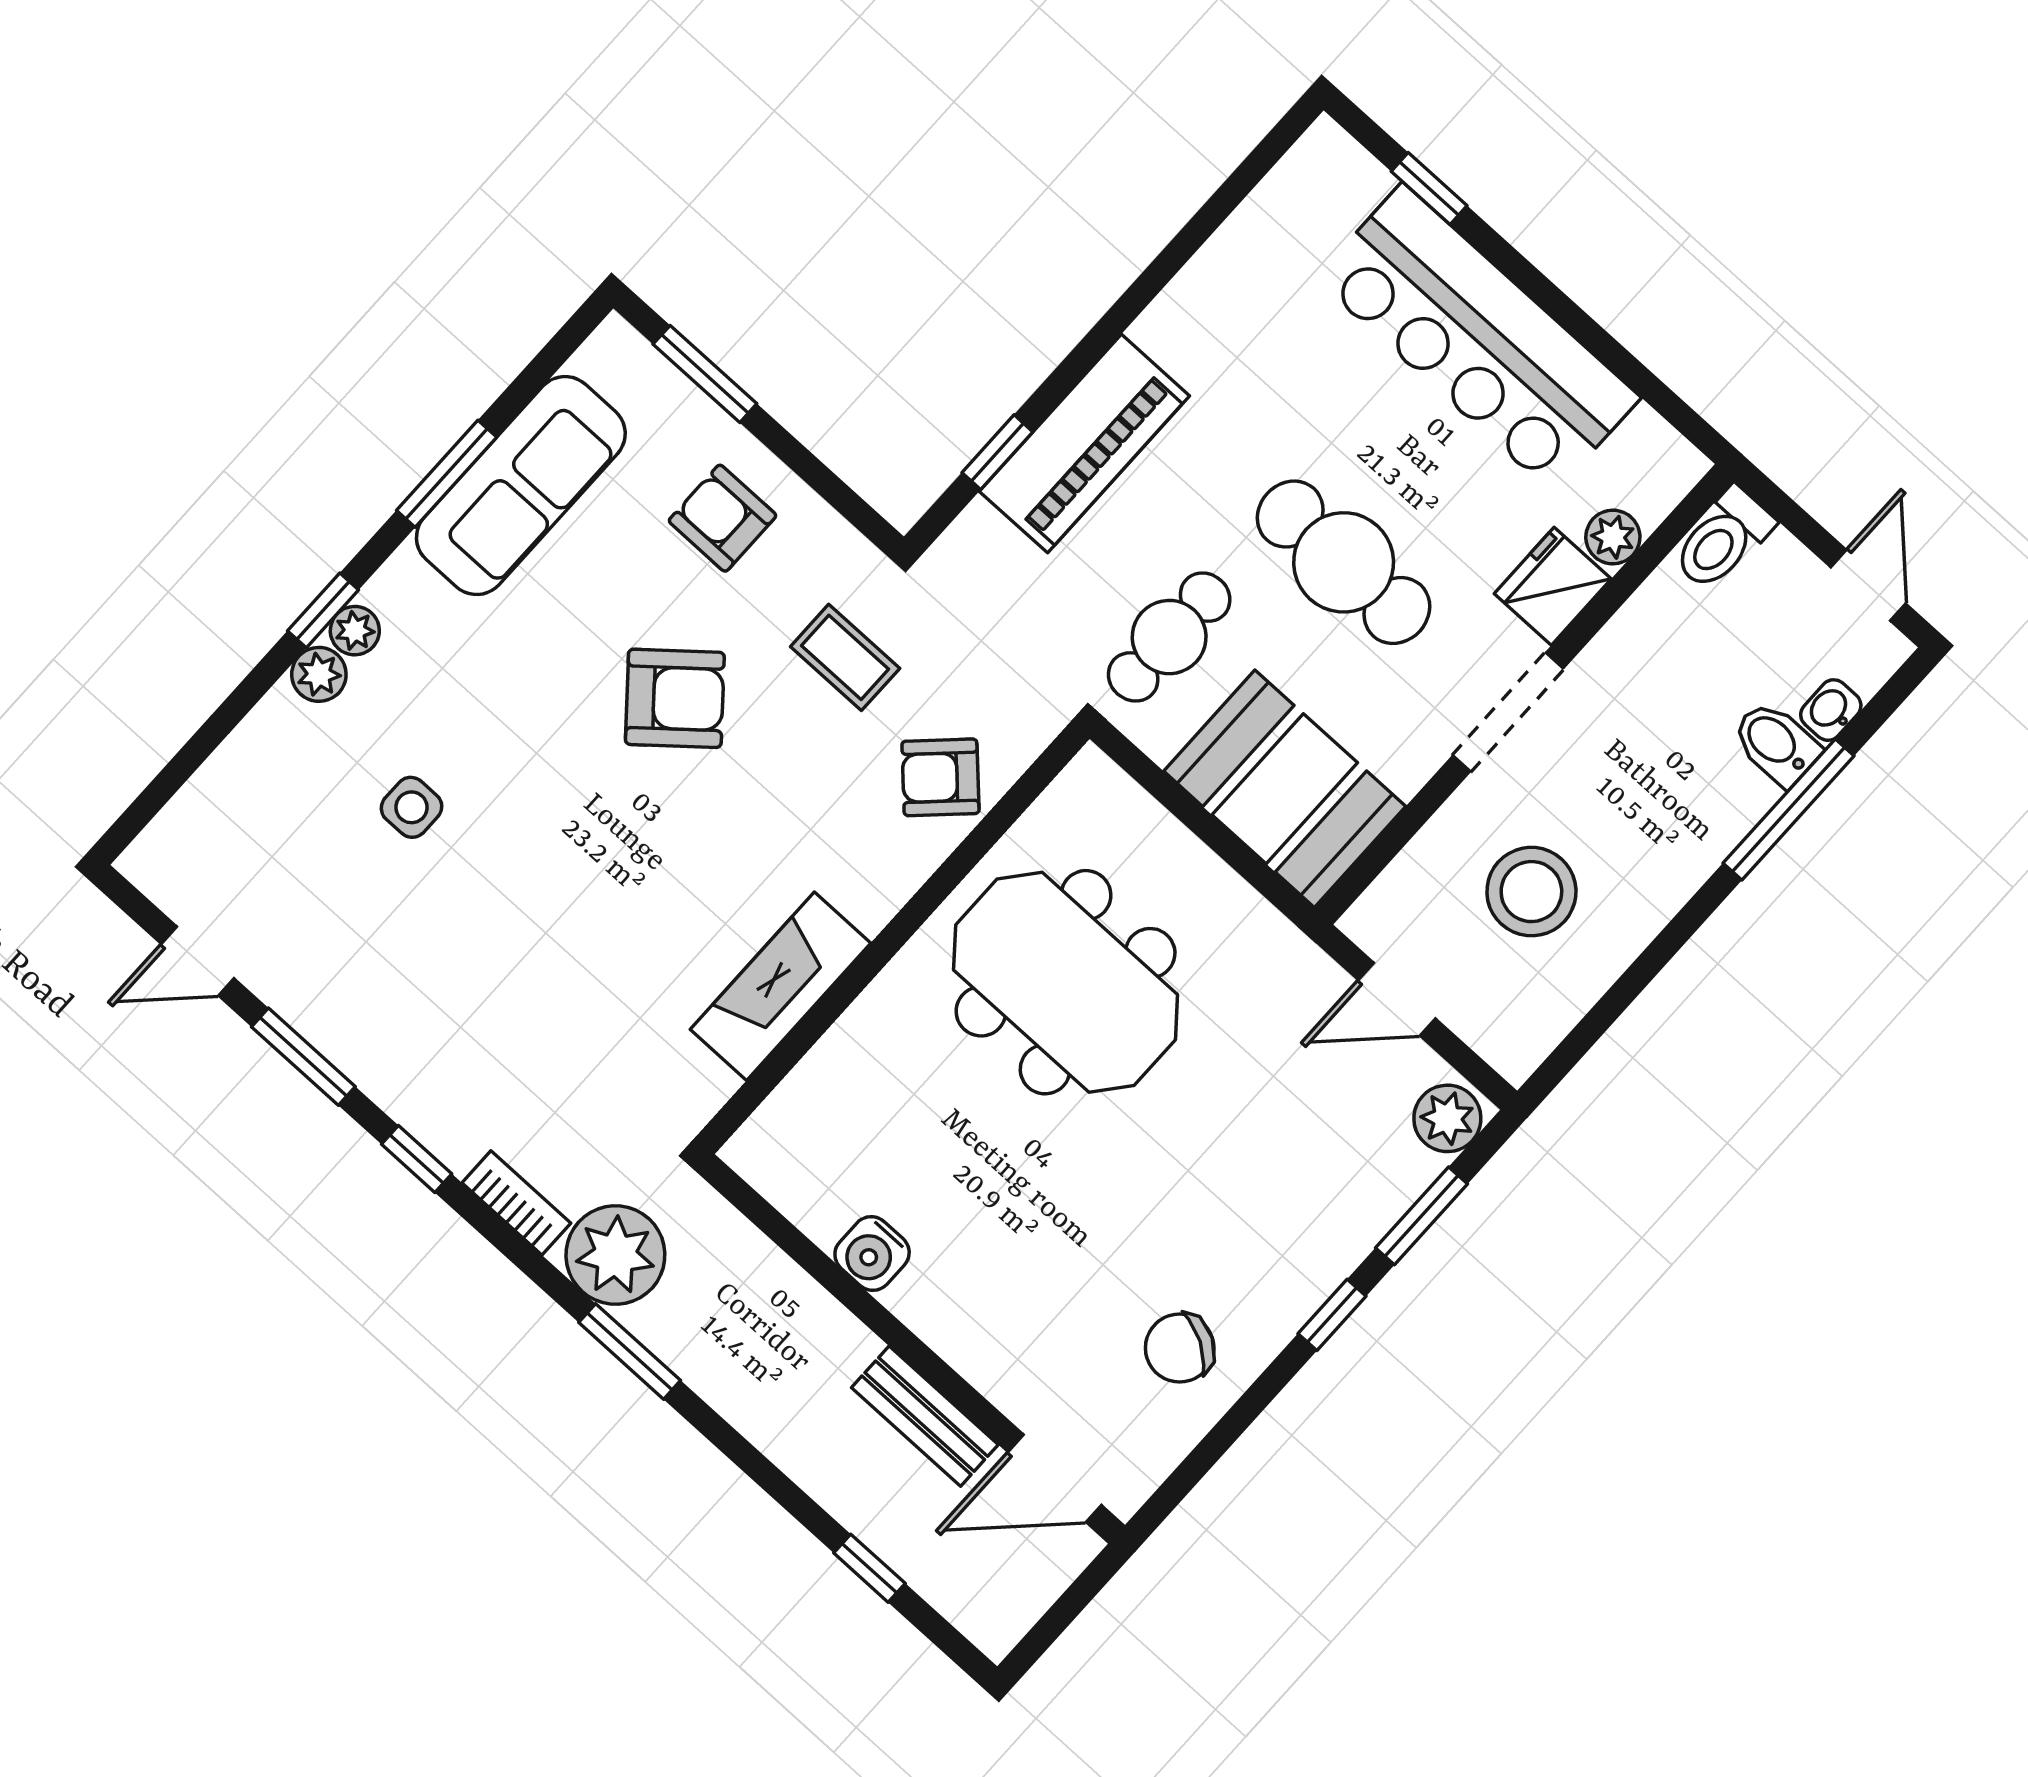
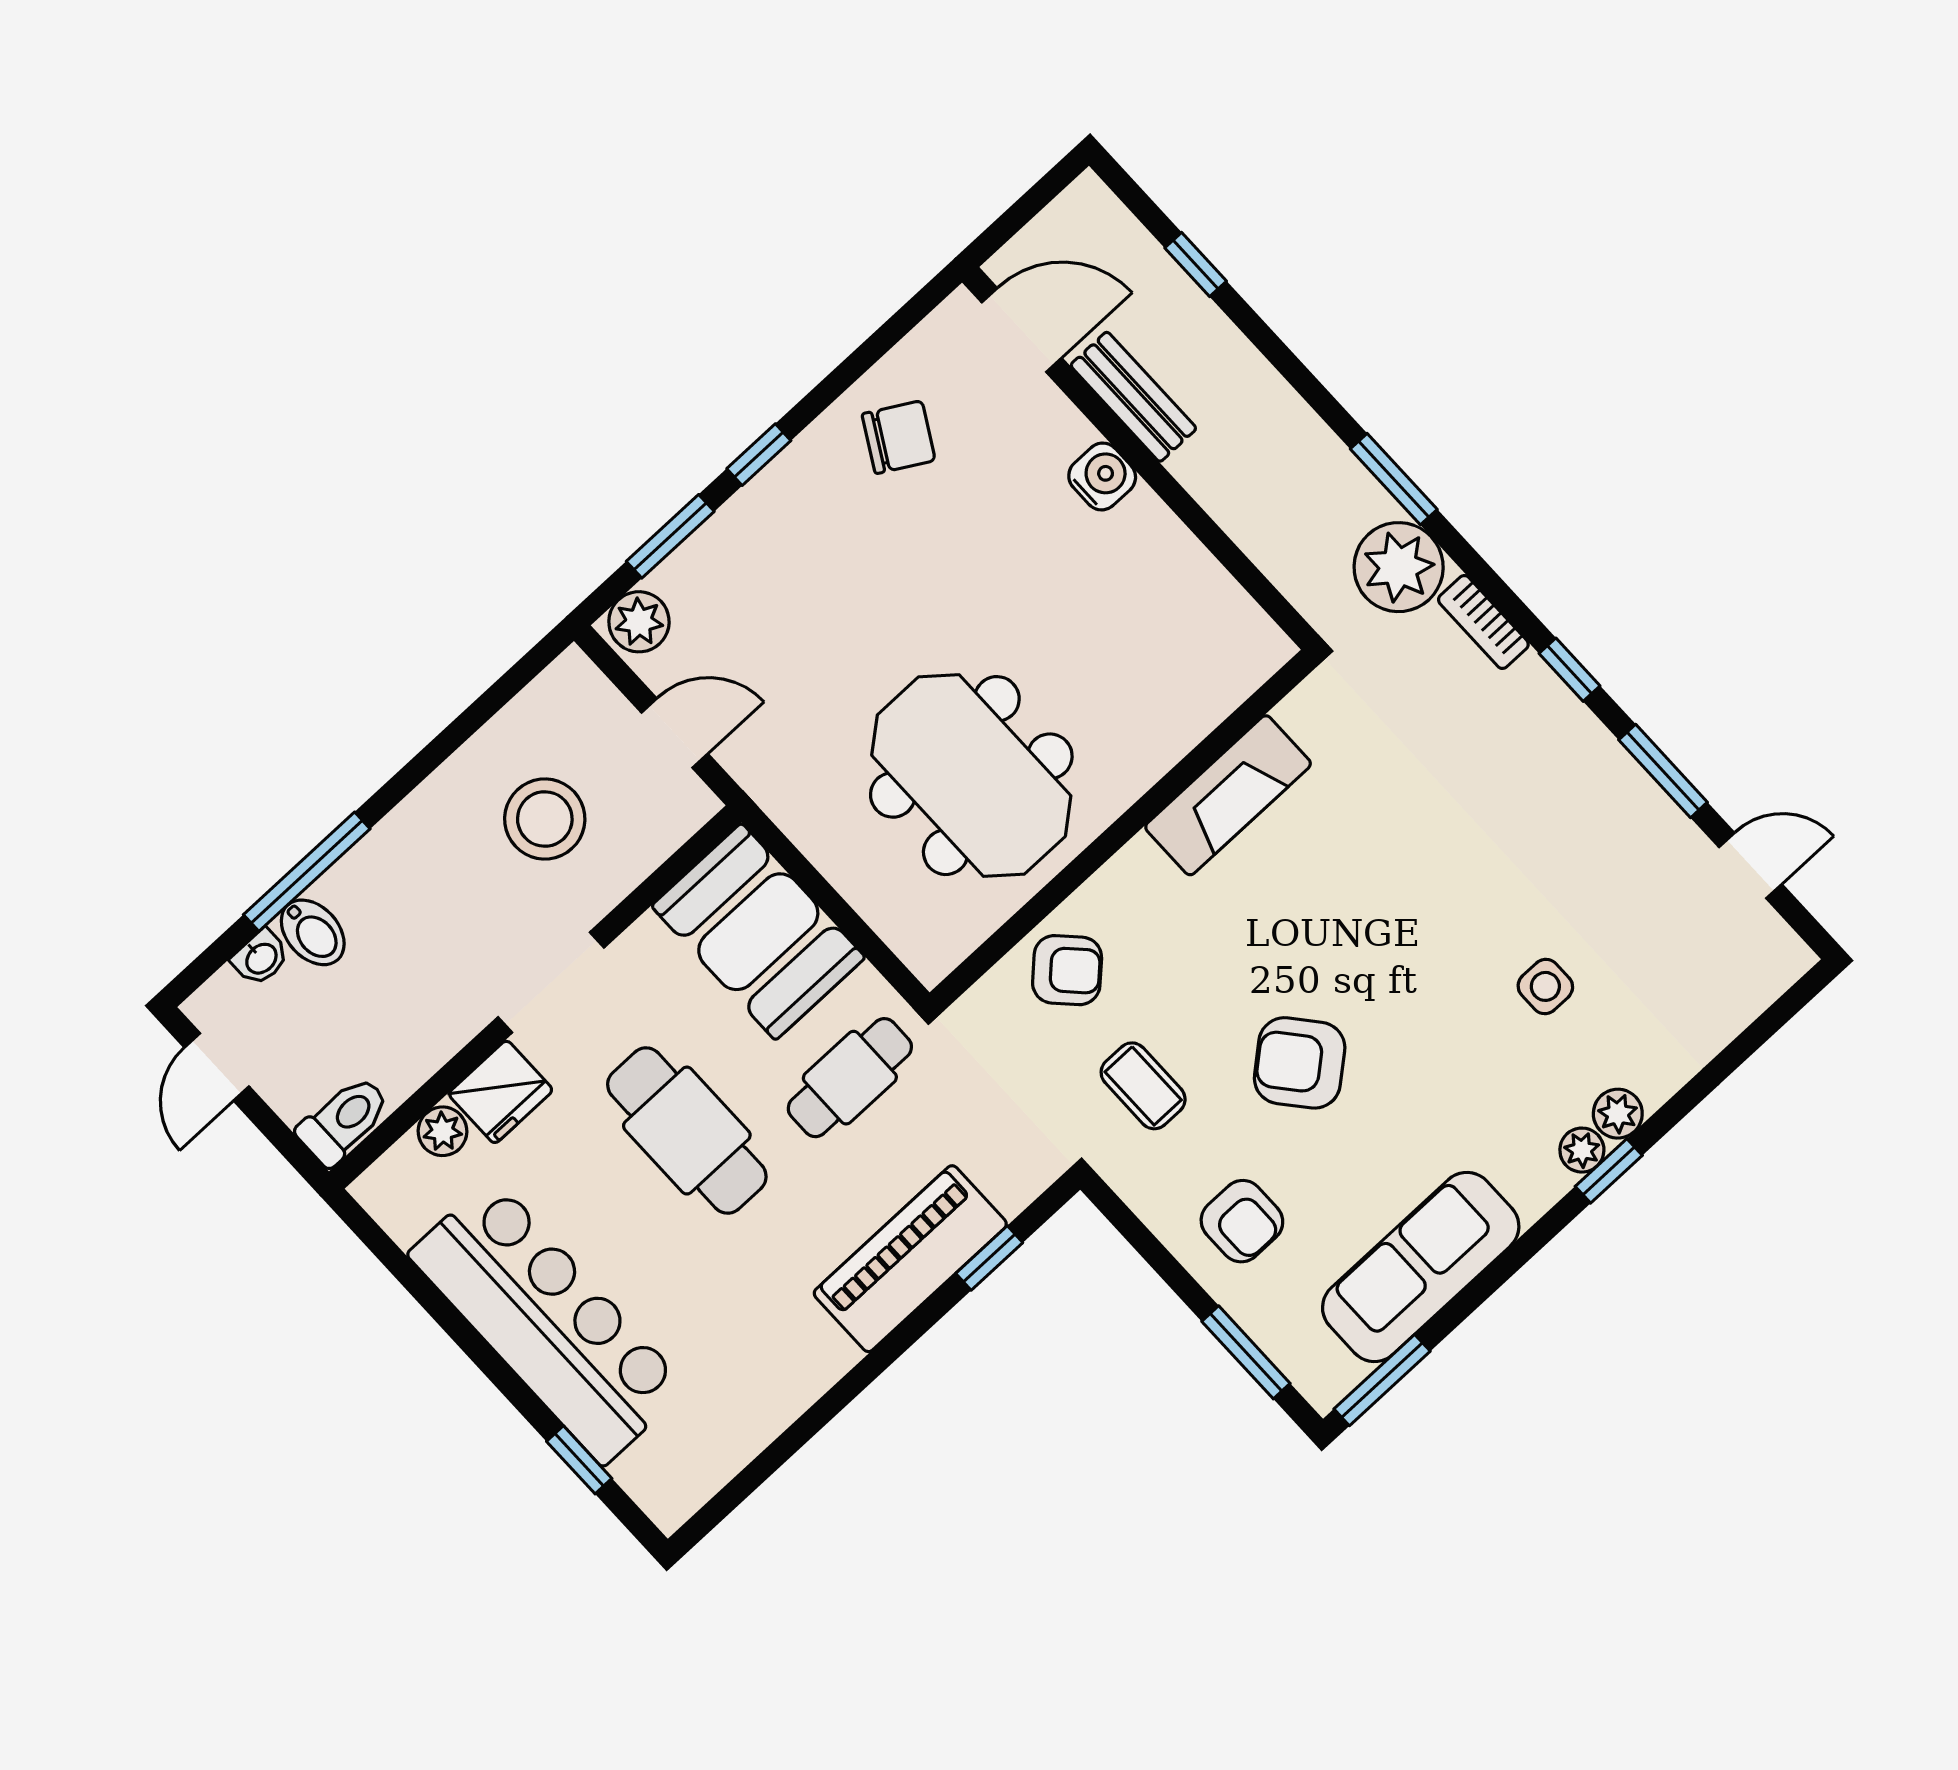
window: (447, 474) -> (1382, 1380), moved
water cooler: (872, 1253) -> (1102, 476), moved

